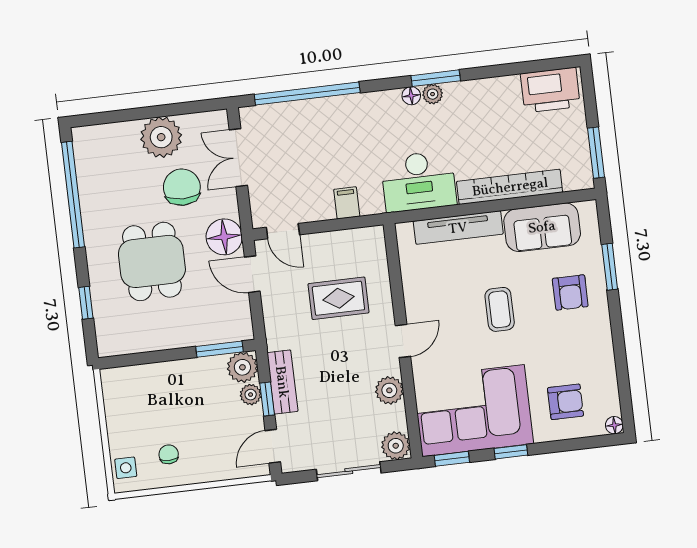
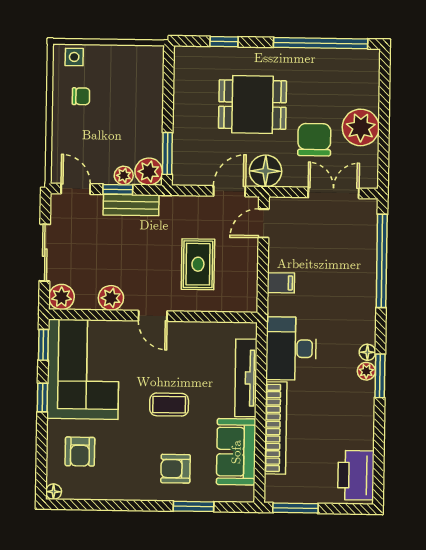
chair: (182, 187) -> (314, 140), turned -91

